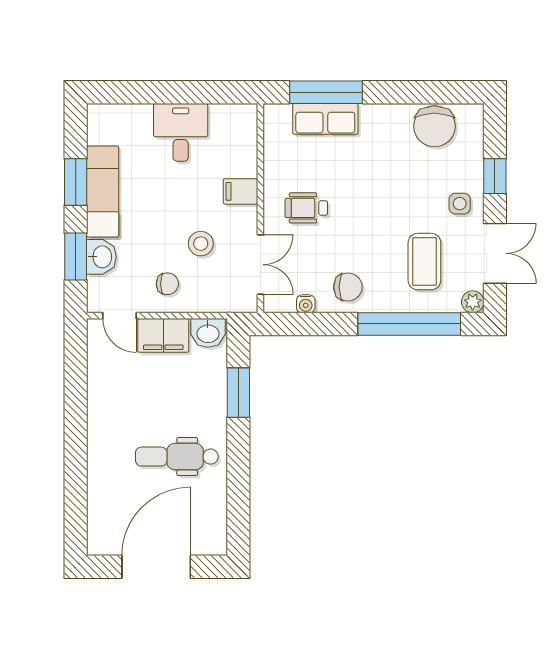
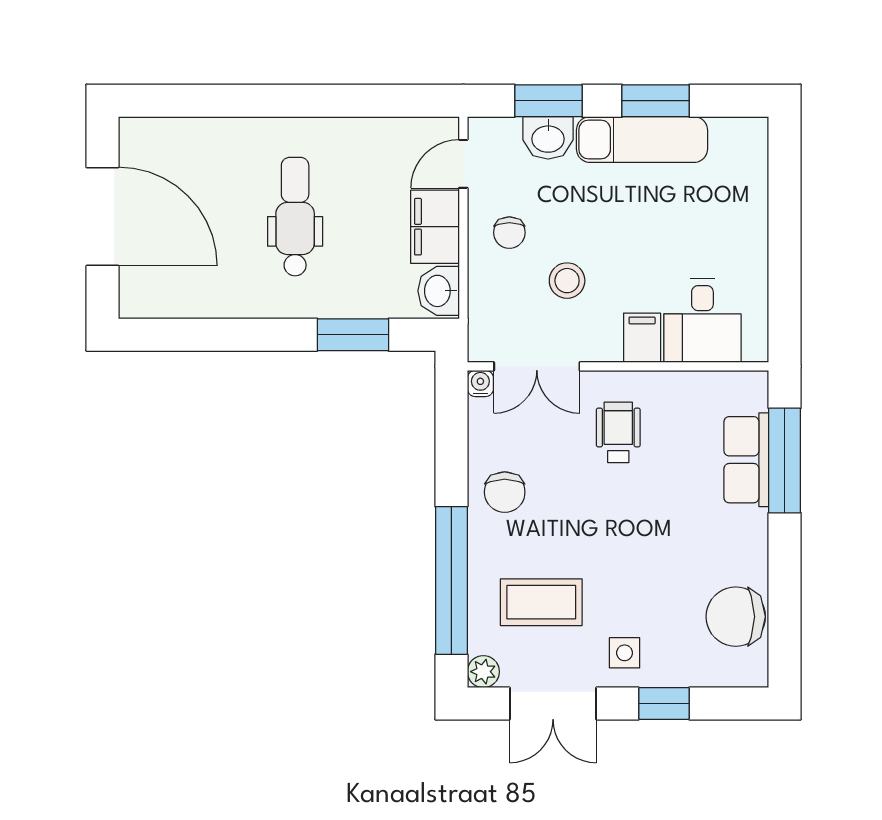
desk: (181, 132) -> (702, 321), moved, turned 90
water cooler: (306, 304) -> (480, 383), moved, turned 90
dental chair: (177, 457) -> (295, 217), moved

